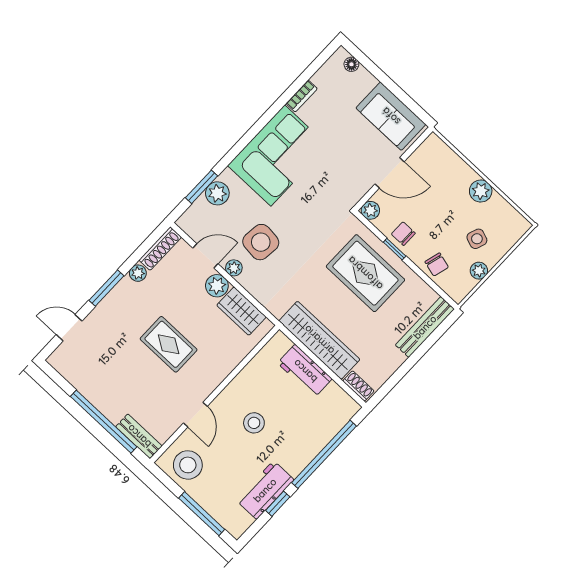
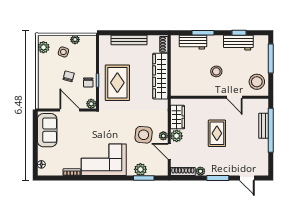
plant: (481, 191) -> (43, 47), moved
chair: (437, 264) -> (69, 76), moved
bench: (425, 327) -> (129, 40), moved
workbench: (305, 371) -> (193, 42), moved, turned 90
door: (195, 415) -> (235, 97), swing flipped
bench: (139, 436) -> (264, 126), moved
window: (324, 454) -> (203, 33), width x0.47

